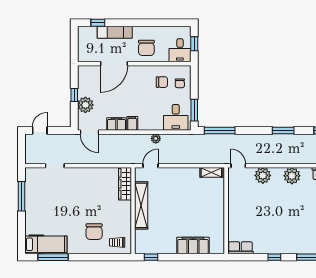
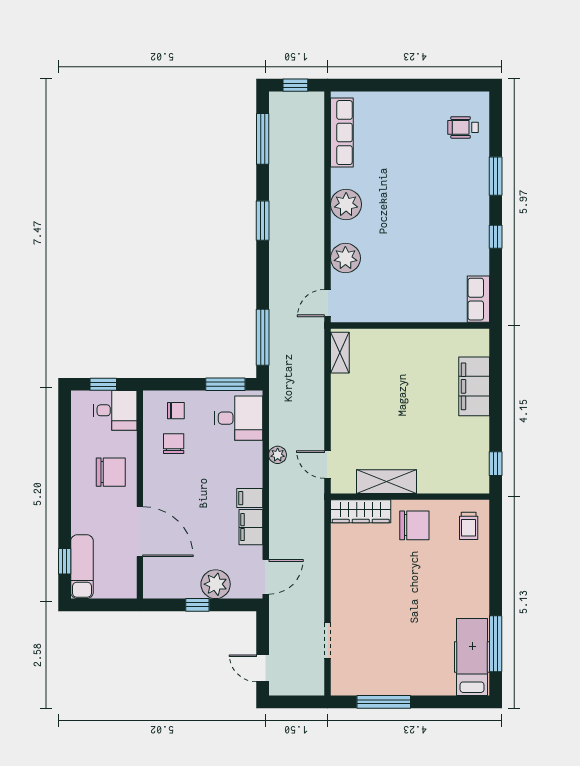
exam couch: (115, 32) -> (82, 567), moved
shelving: (141, 205) -> (387, 482), width x0.68
chair: (94, 232) -> (414, 525), moved

